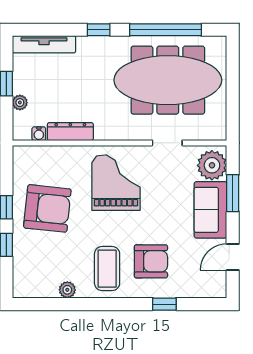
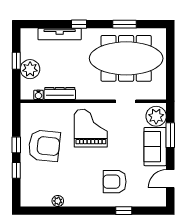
window: (166, 30) -> (125, 24), width x0.47
tv unit: (44, 44) -> (60, 34), moved
plant: (20, 103) -> (30, 69), width x1.88, depth x1.88
armchair: (151, 261) -> (115, 182), turned 180
coffee table: (107, 269) -> (85, 187), removed

